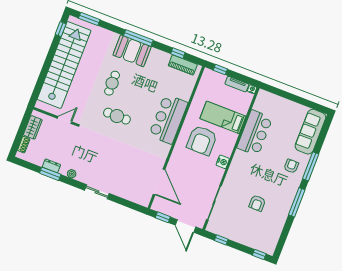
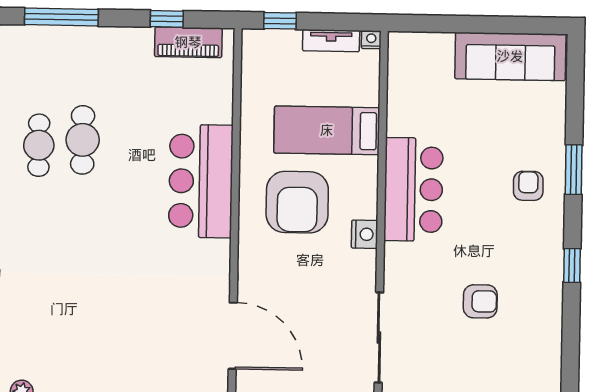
booth: (132, 51) -> (58, 53), removed
cafe table: (117, 116) -> (83, 140), moved, turned 90
sofa: (310, 132) -> (510, 56), moved, turned -90
bar counter: (255, 133) -> (413, 189), moved
window: (311, 166) -> (574, 170), width x0.69
window: (297, 202) -> (572, 266), width x0.46
armchair: (257, 203) -> (480, 301), turned -90

